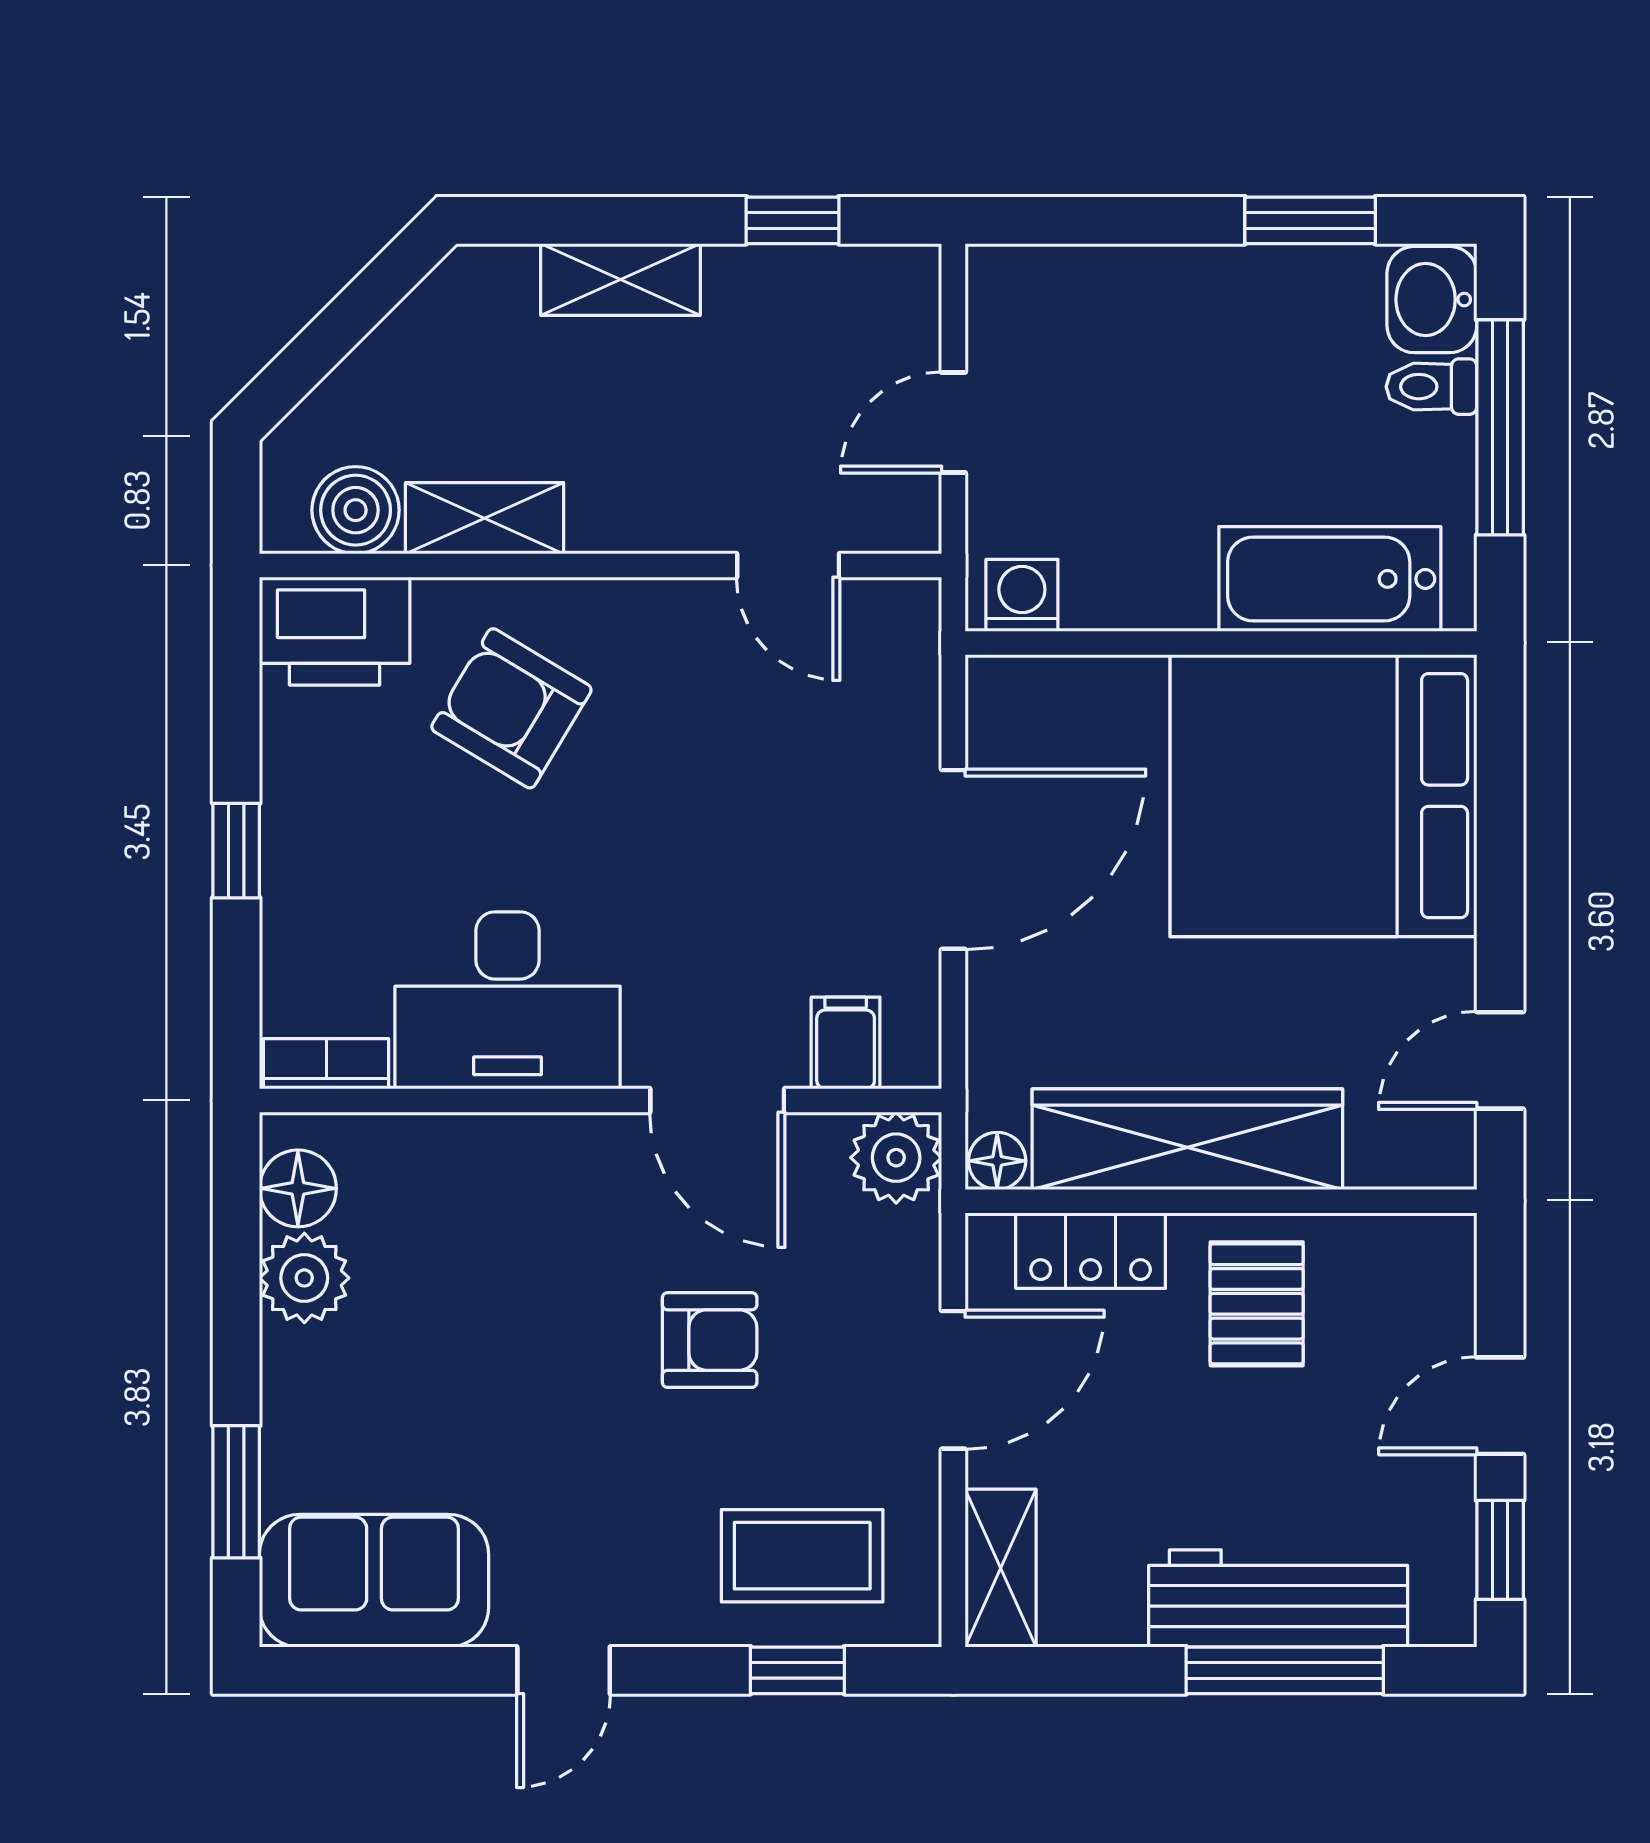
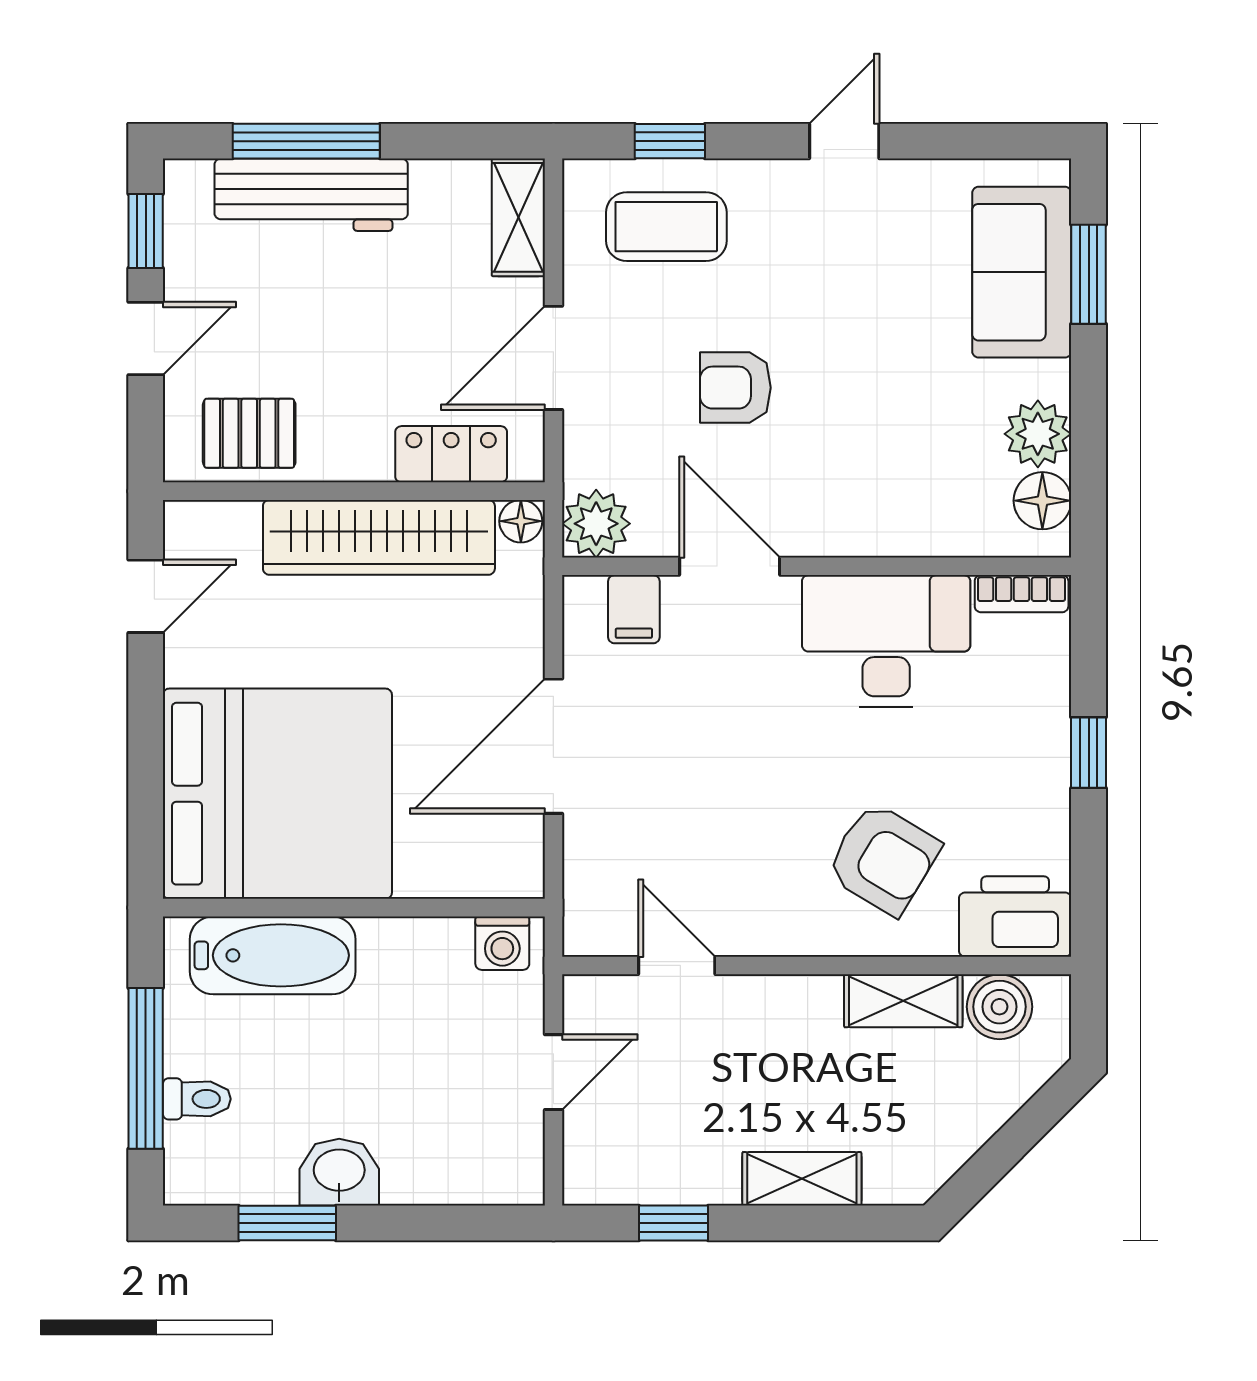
washbasin: (1432, 300) -> (339, 1172), moved, turned -90
pallet: (1257, 1304) -> (249, 433), moved, turned 90
sofa: (374, 1581) -> (1022, 272), moved, turned 90

